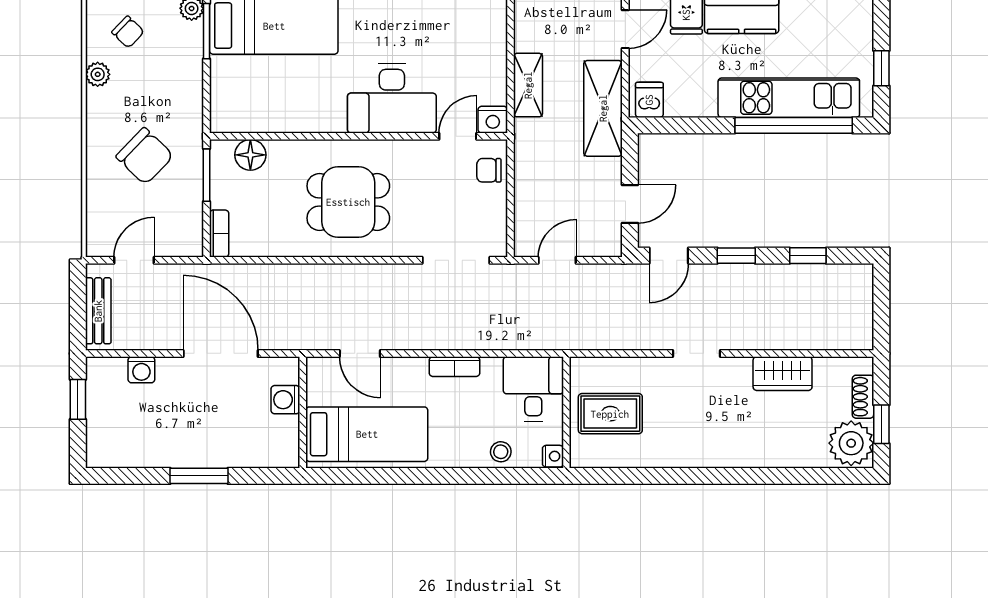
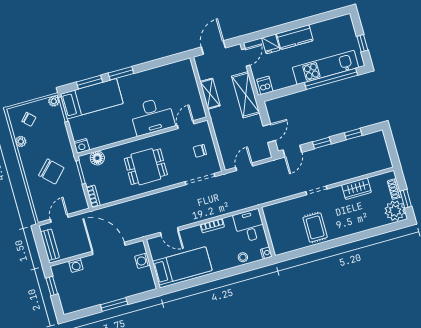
nightstand: (493, 120) -> (82, 146), moved
chair: (489, 170) -> (200, 151), moved
rug: (610, 414) -> (315, 227), moved, turned 90

